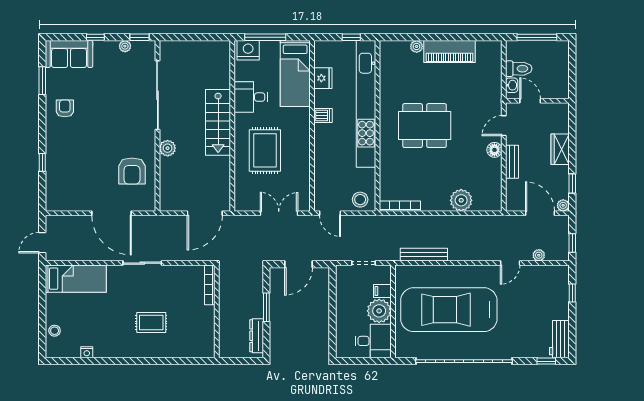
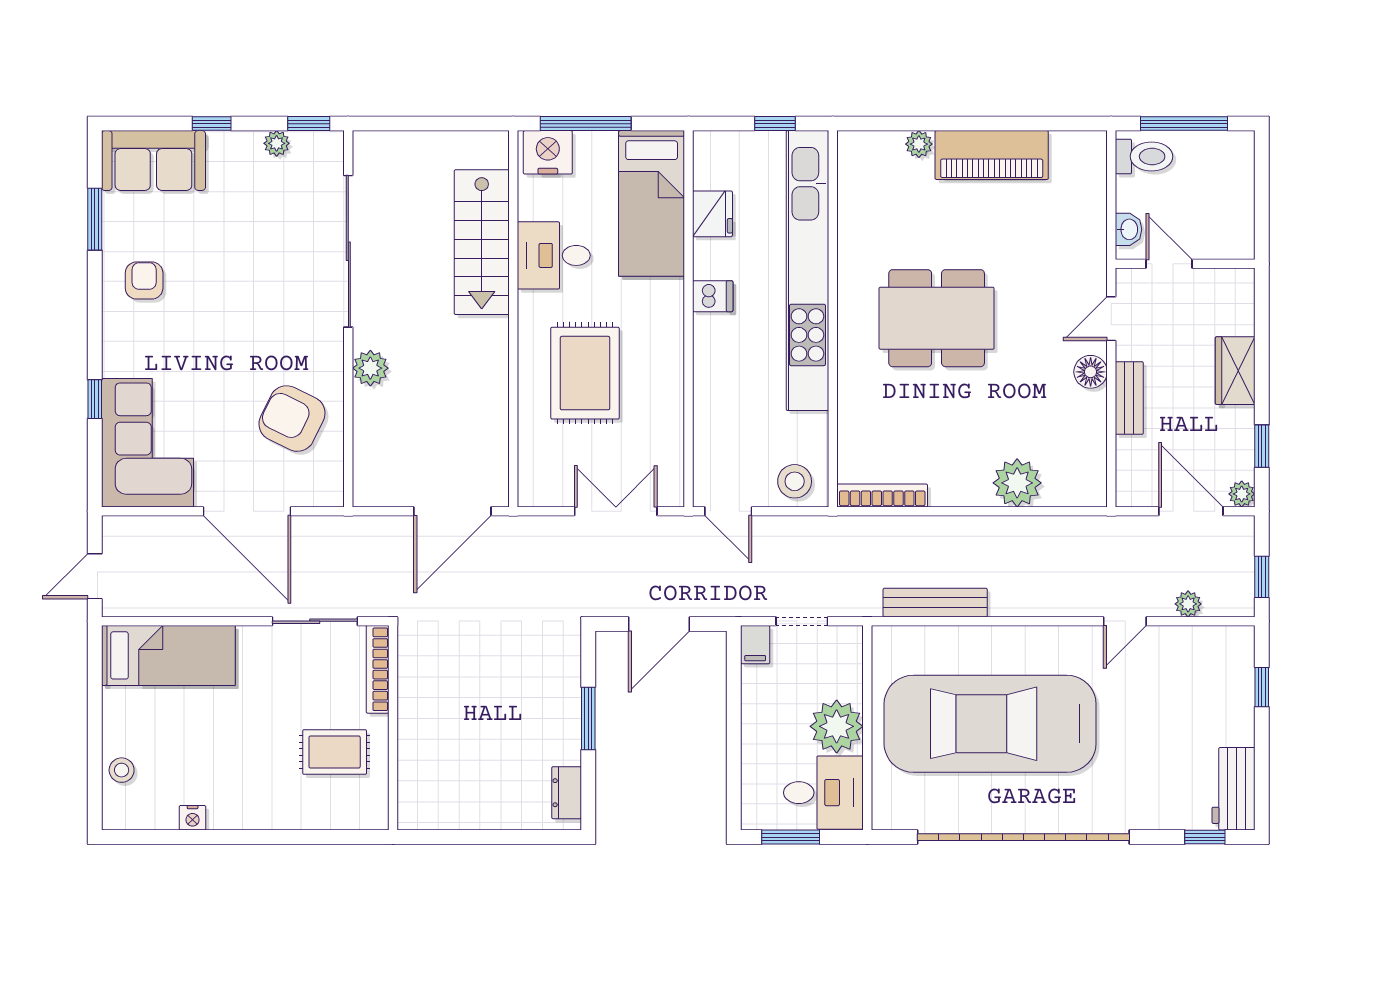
toilet: (519, 69) -> (1144, 156), moved
stairs: (218, 122) -> (482, 242), moved
armchair: (132, 171) -> (292, 419), turned 116
corner sofa: (66, 182) -> (147, 443), added
bookcase: (210, 285) -> (378, 669), moved
filing cabinet: (382, 291) -> (755, 645), moved, turned -90
wall: (217, 311) -> (393, 728), moved
dresser: (257, 336) -> (567, 793), width x0.70
window: (358, 361) -> (791, 837), added

